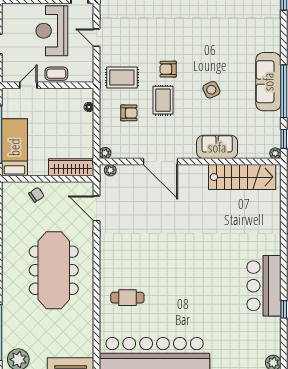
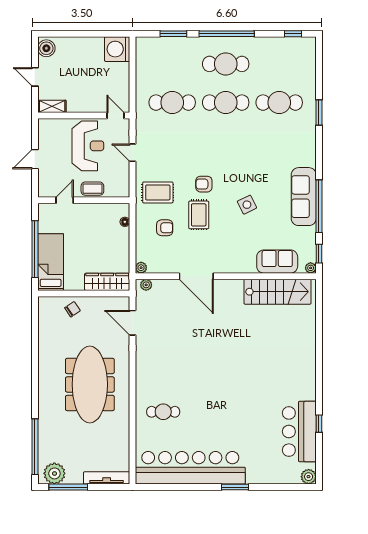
reception desk: (52, 31) -> (88, 146), turned 180
sofa: (217, 147) -> (277, 262), moved
bar counter: (264, 286) -> (299, 432), moved

